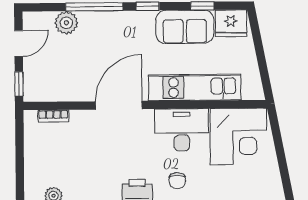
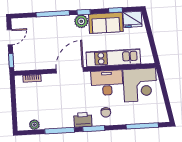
plant: (66, 23) -> (81, 21), moved

